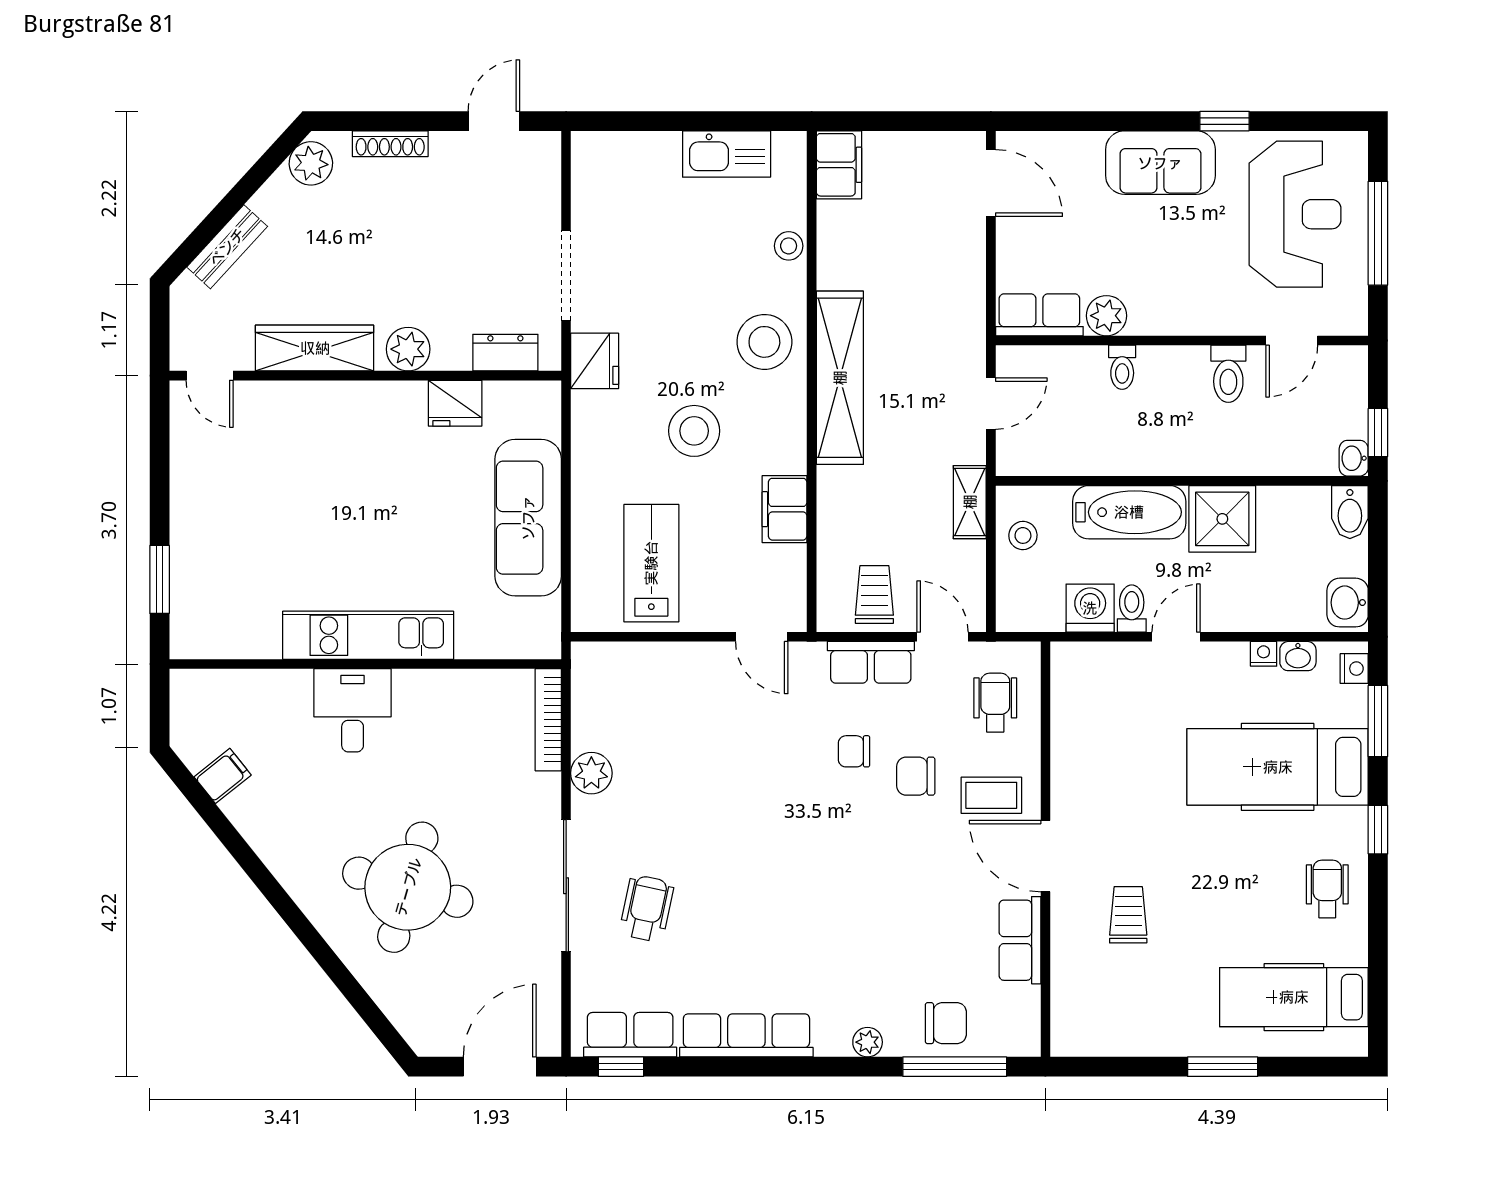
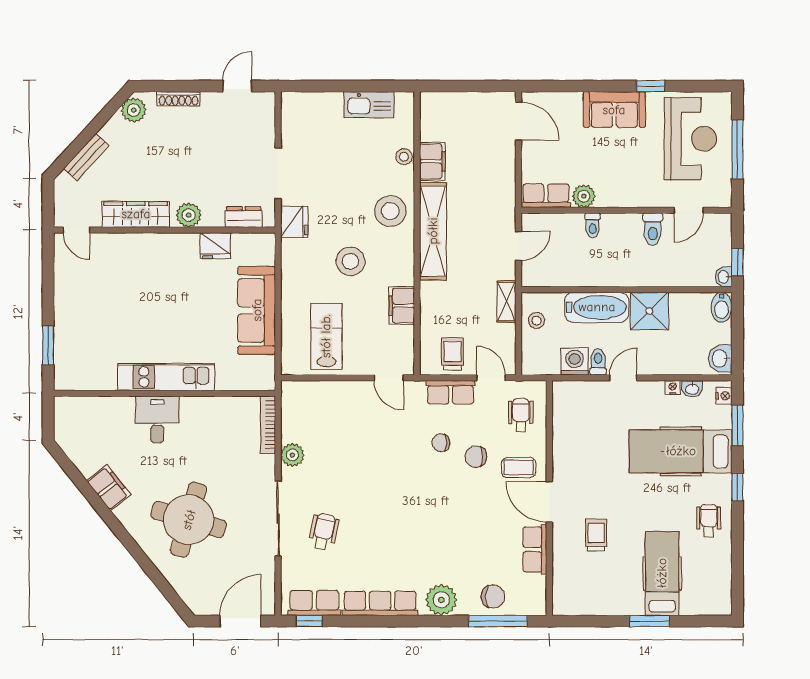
filing cabinet: (839, 165) -> (432, 161), moved
filing cabinet: (223, 776) -> (109, 488), moved, width x2.00
hospital bed: (1294, 997) -> (662, 573), moved, turned 90
plant: (868, 1042) -> (441, 600), width x1.88, depth x1.88

